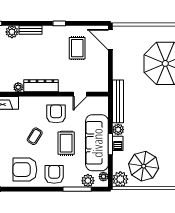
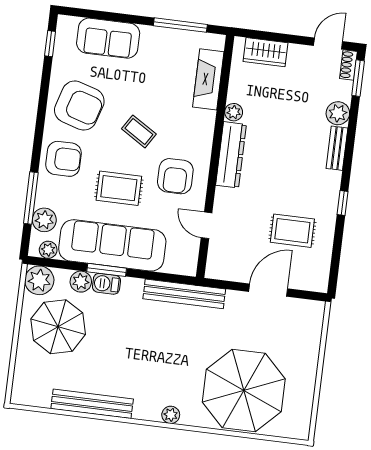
door: (110, 40) -> (268, 290), moved
armchair: (56, 114) -> (175, 176), turned 90
plant: (118, 130) -> (81, 282), moved
armchair: (25, 170) -> (79, 106), turned 107

